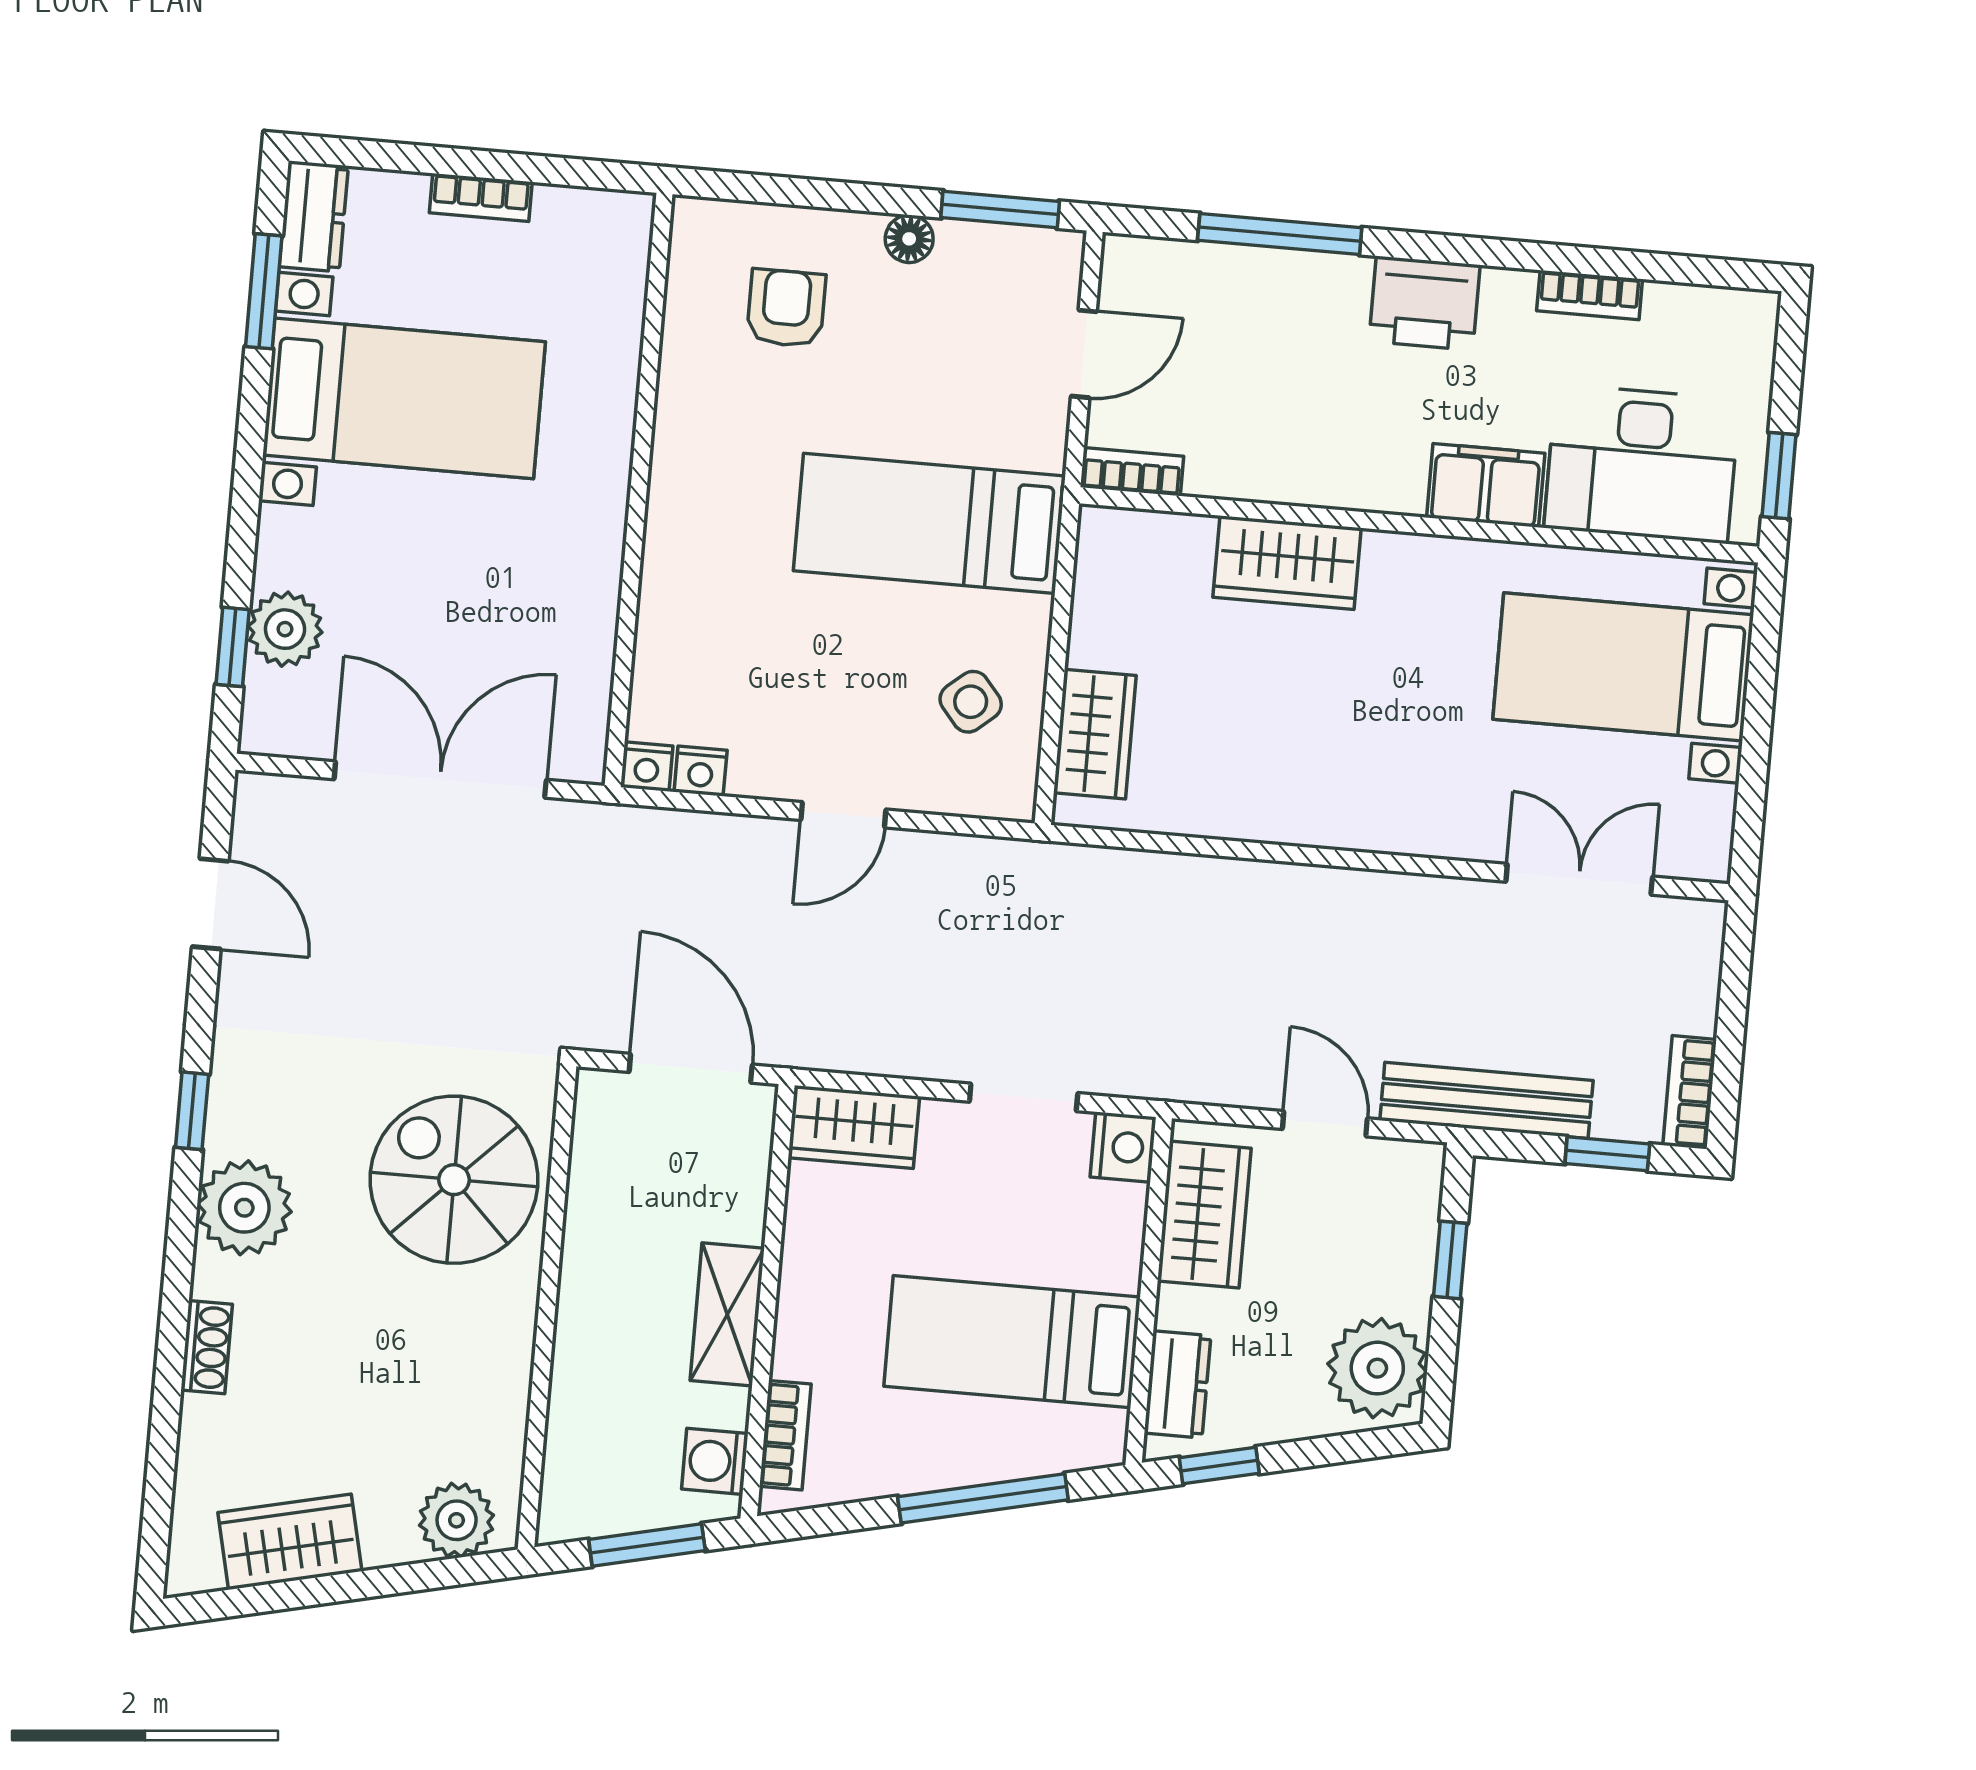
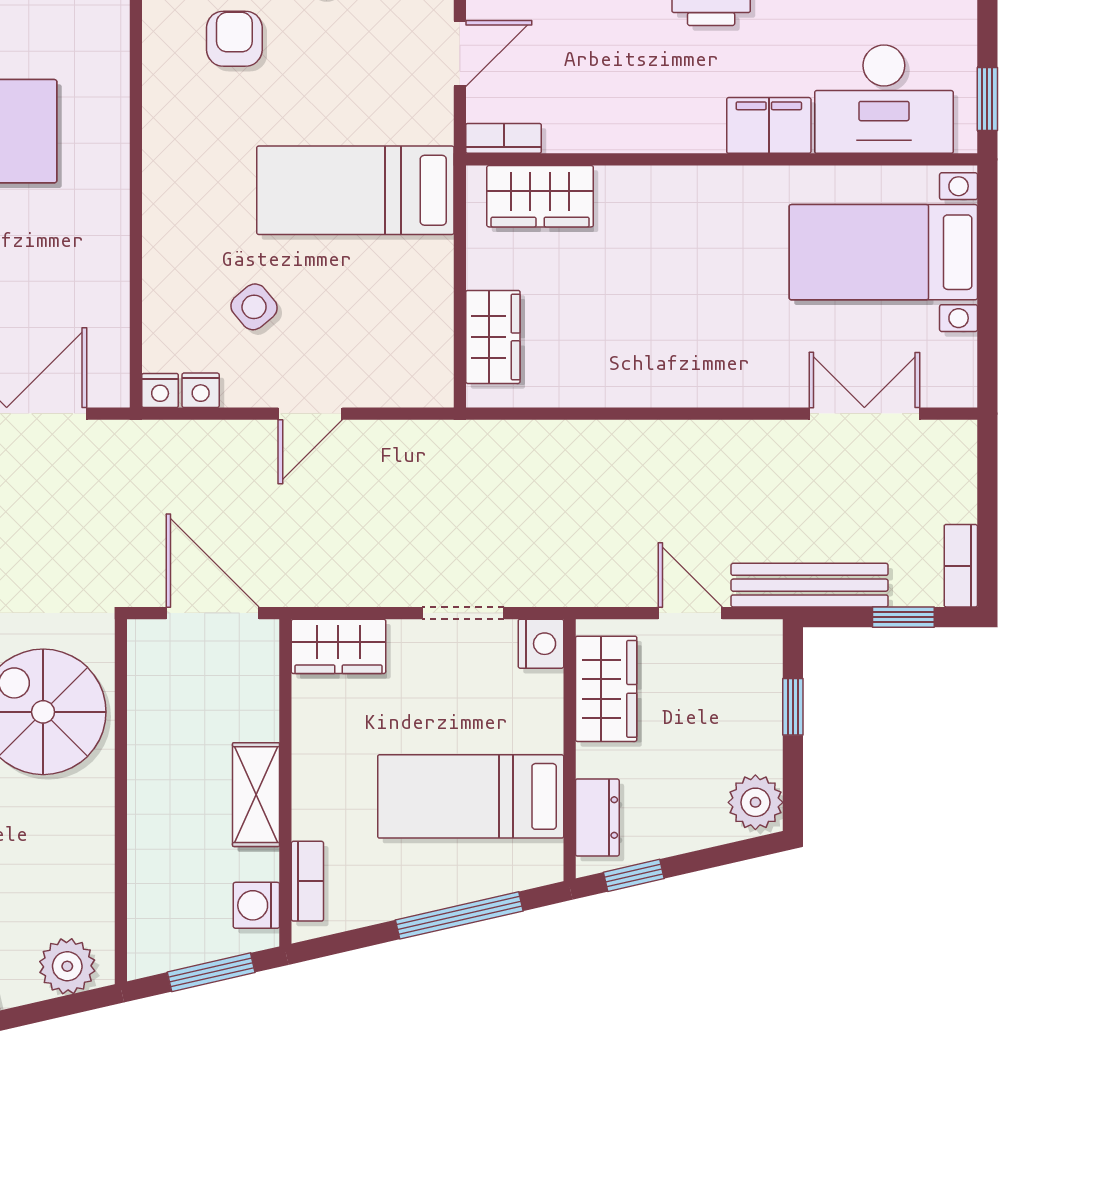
wardrobe: (1287, 563) -> (540, 196), moved
side table: (971, 702) -> (254, 307), moved
plant: (1377, 1368) -> (755, 802), width x0.73, depth x0.73

